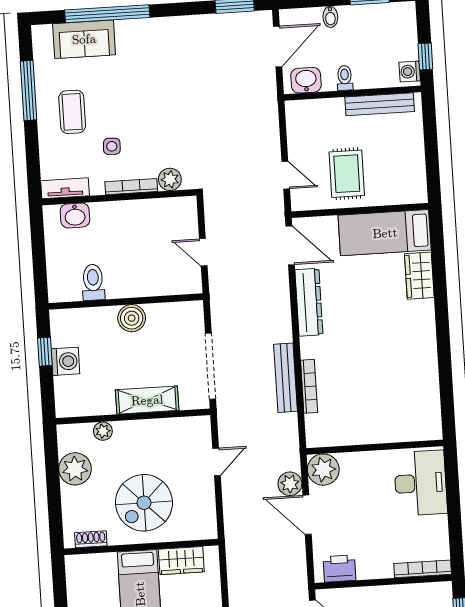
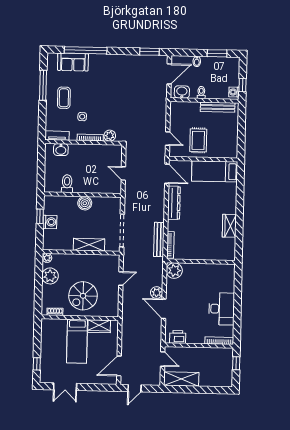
wardrobe: (419, 276) -> (229, 226), moved
plant: (103, 431) -> (47, 258), moved
wall: (375, 447) -> (201, 262), moved
plant: (323, 470) -> (174, 271), moved
desk: (421, 483) -> (222, 309), moved

